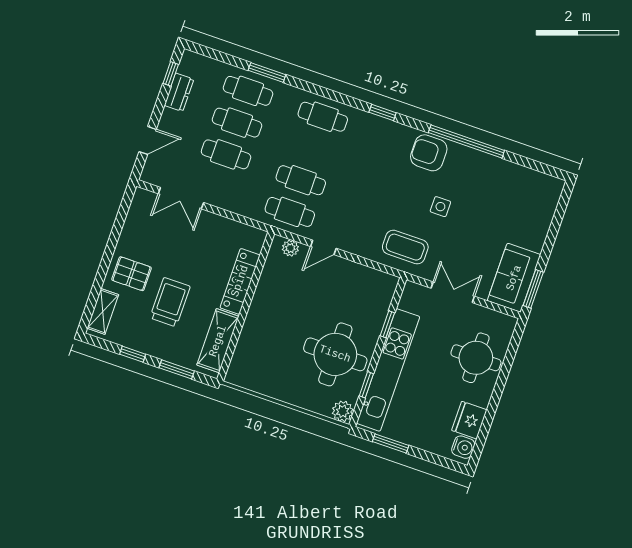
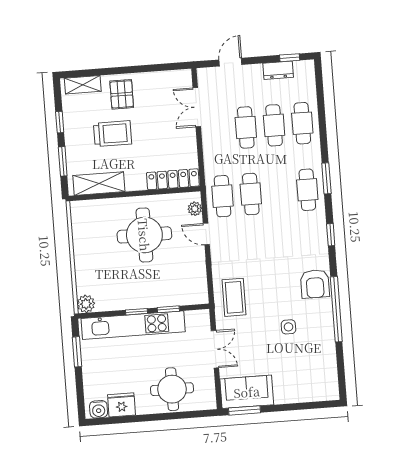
window: (267, 72) -> (326, 178), moved
door: (148, 140) -> (230, 62), swing flipped
armchair: (429, 153) -> (315, 284), turned 180
side table: (440, 207) -> (288, 327), moved
locker: (240, 281) -> (173, 179), moved
round table: (335, 354) -> (144, 235), moved
window: (366, 385) -> (137, 312), moved

